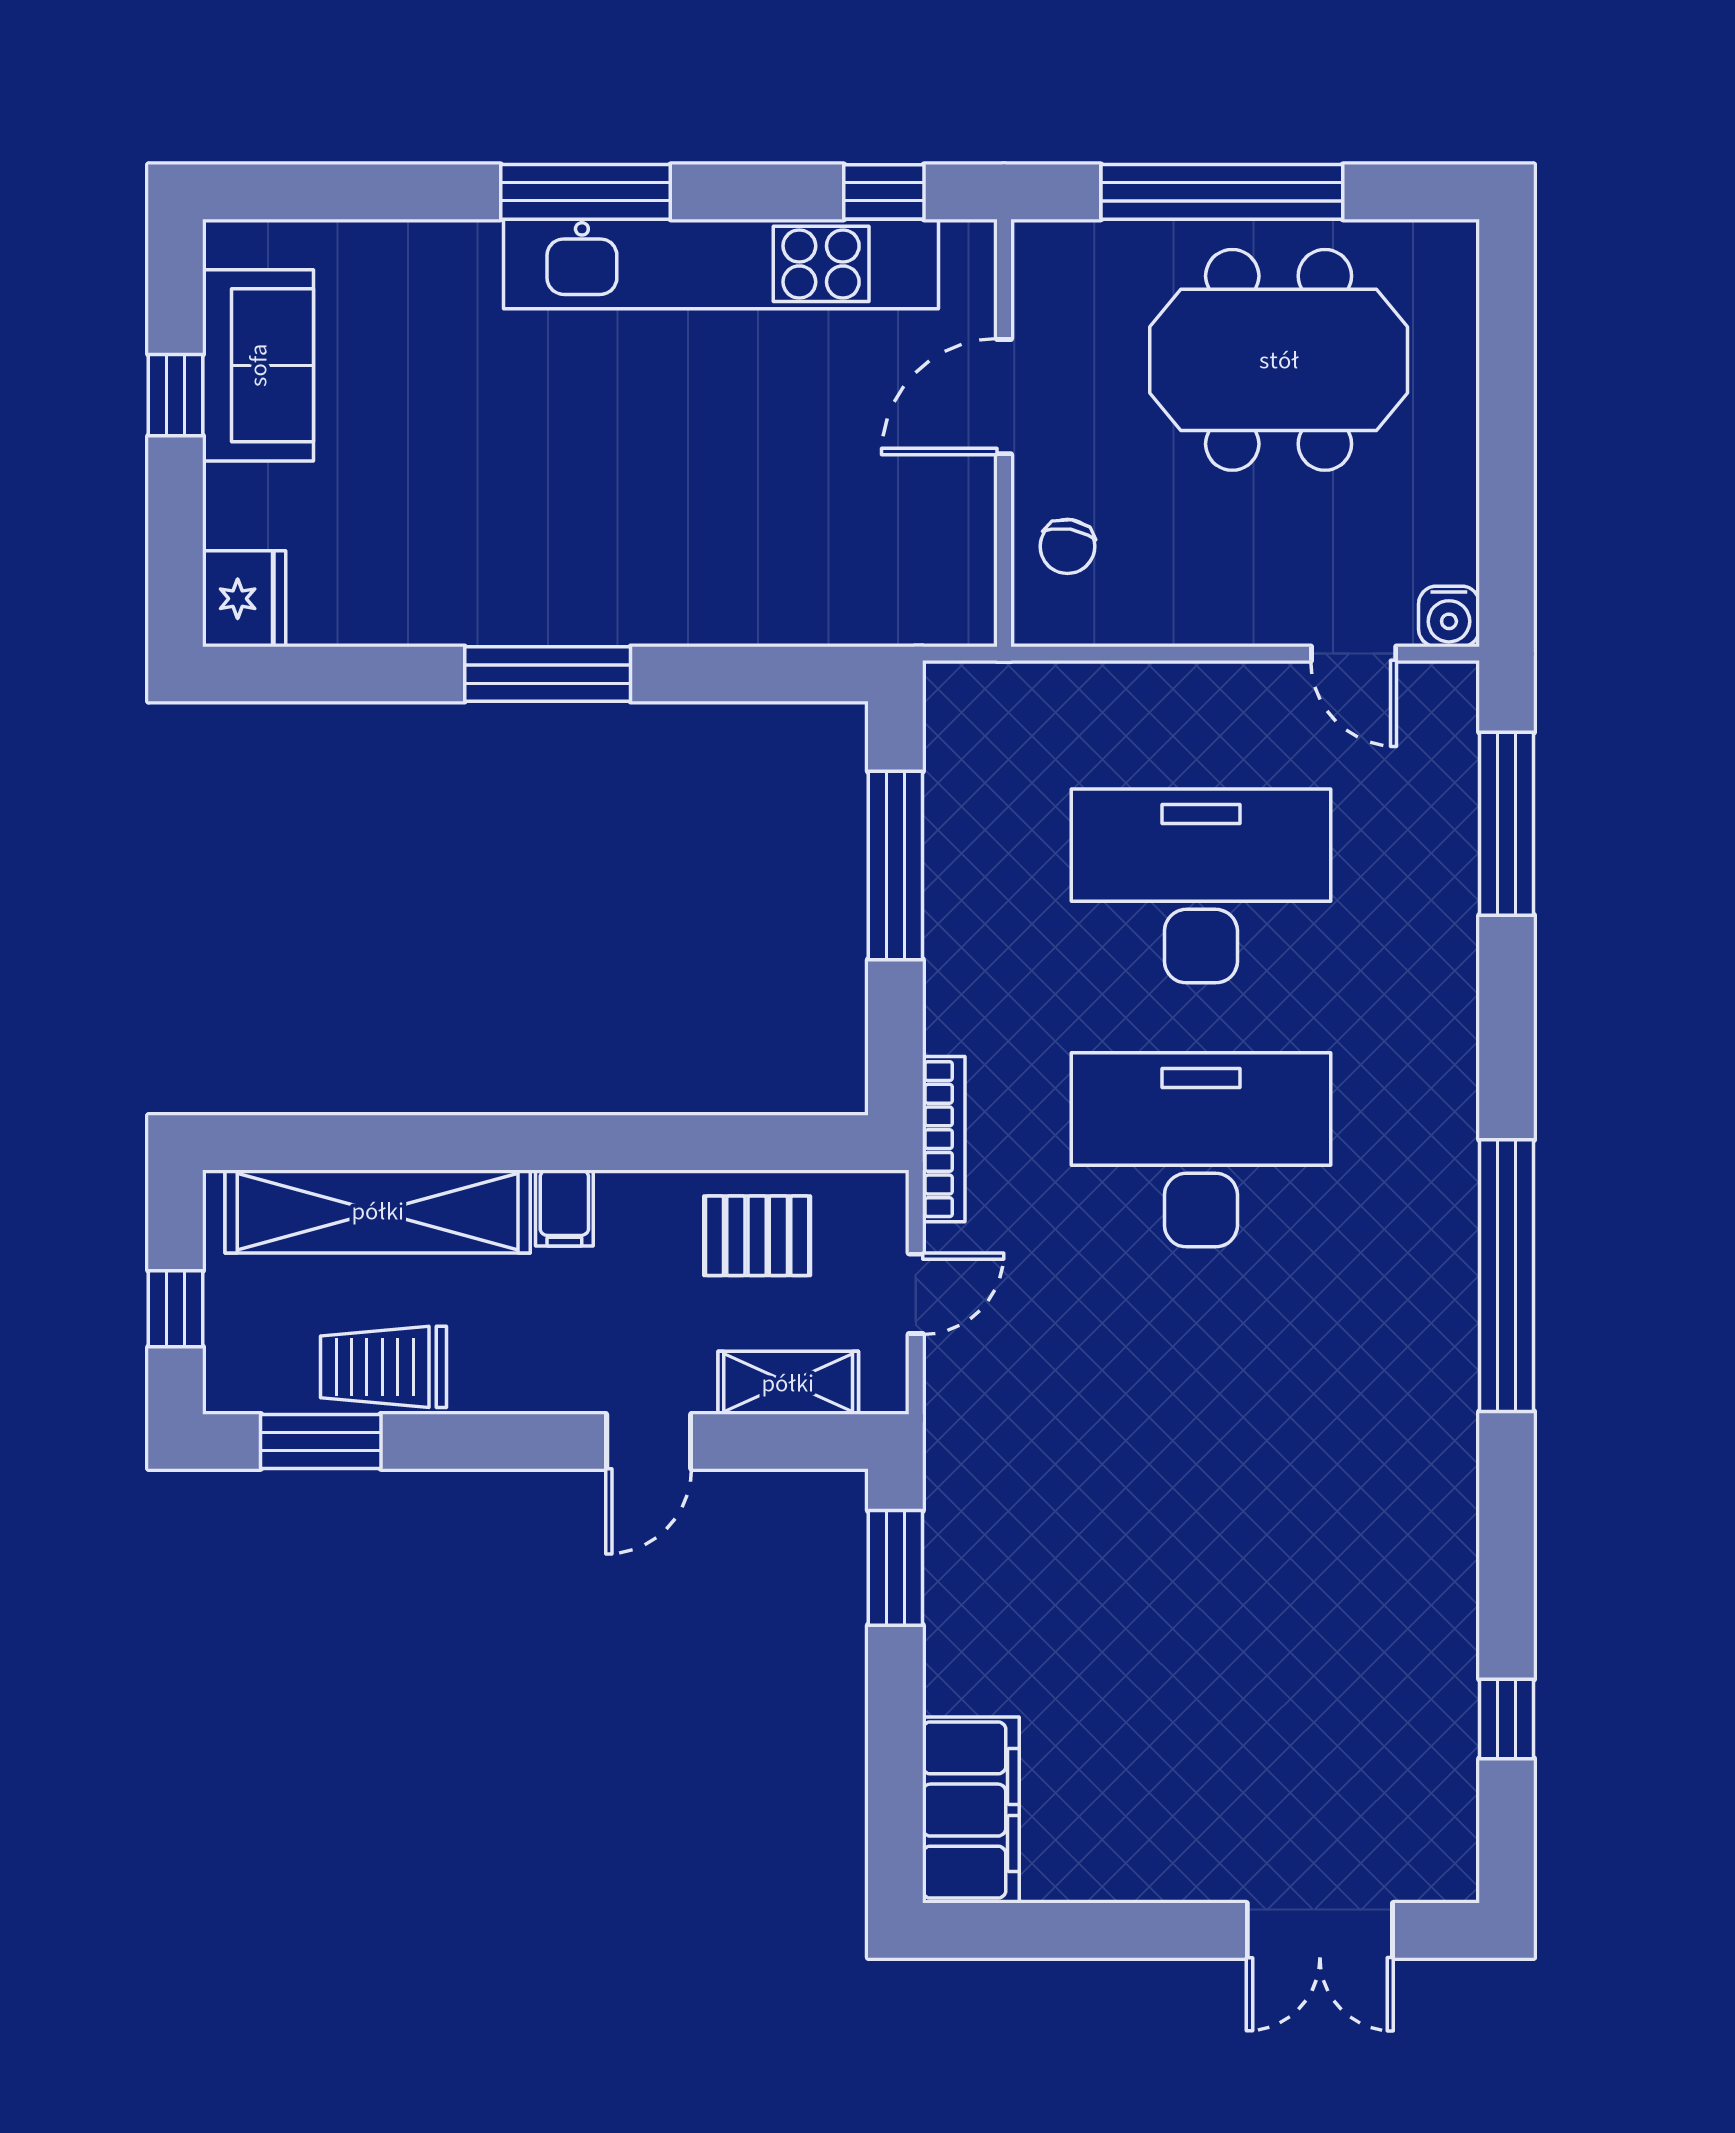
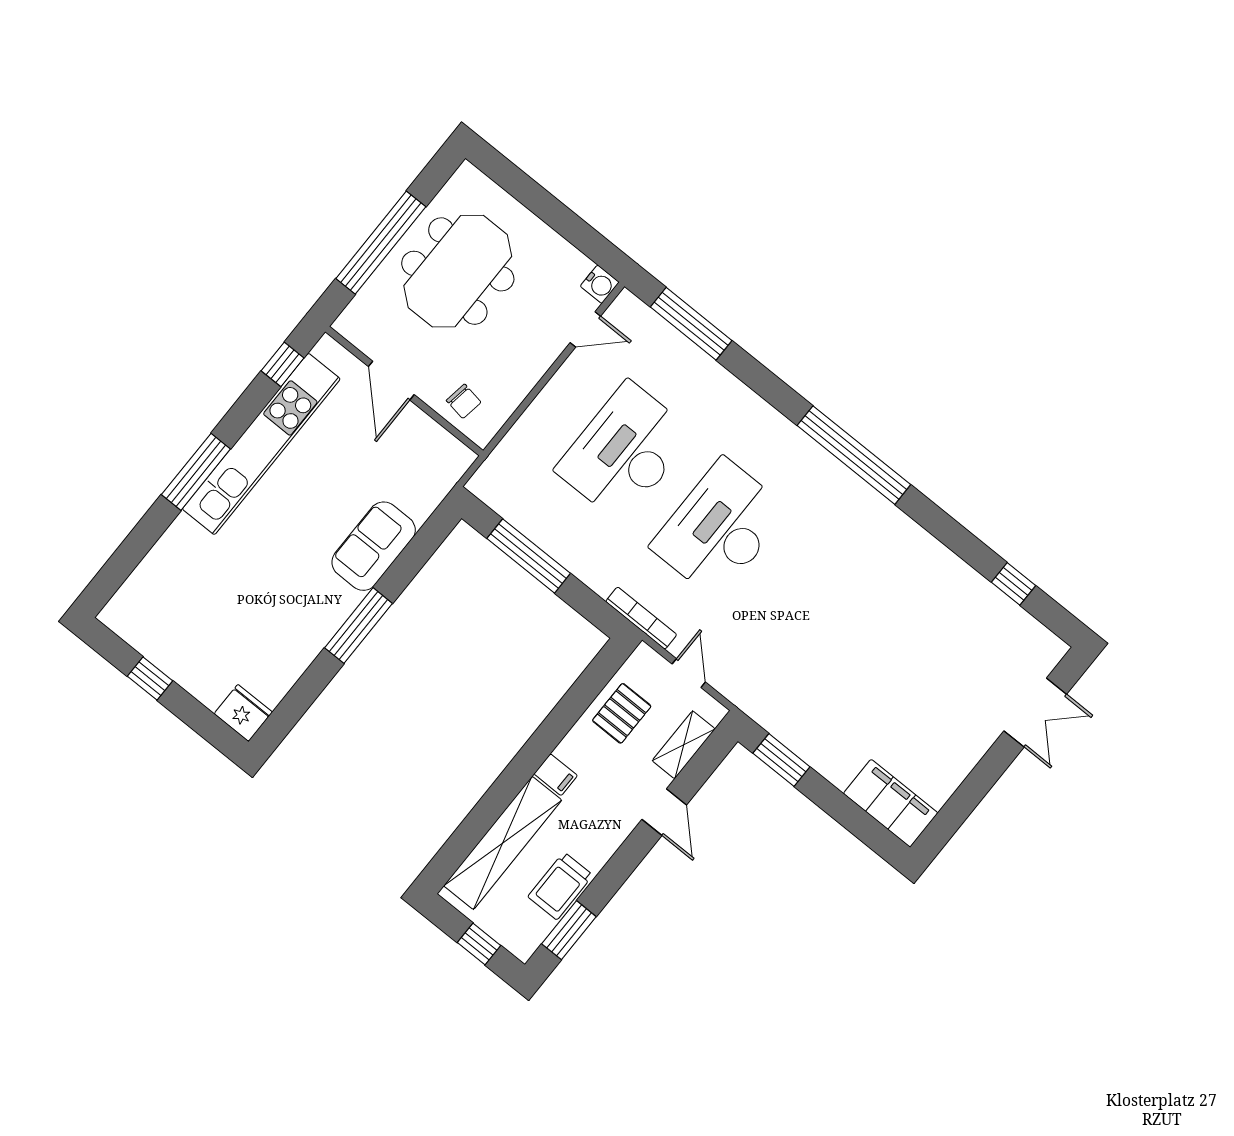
sofa: (258, 365) -> (374, 546), moved, turned -90

